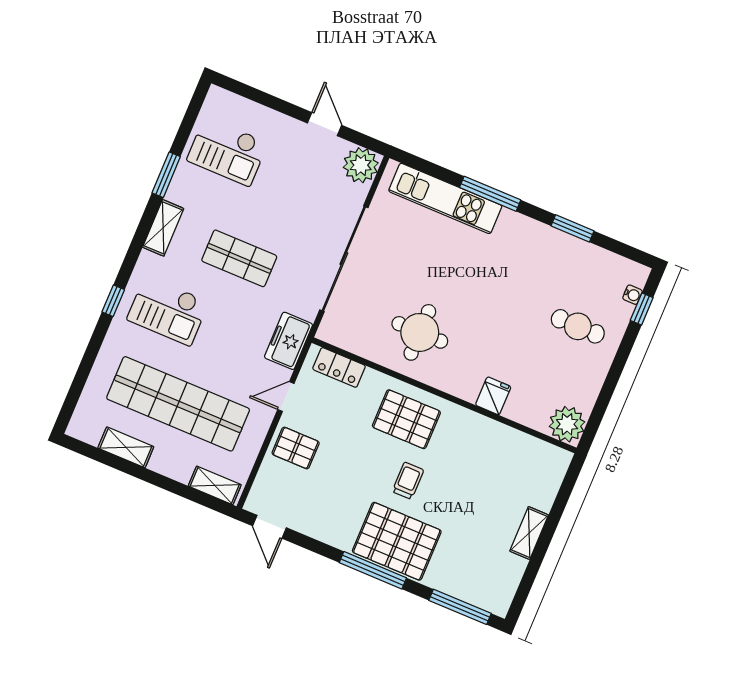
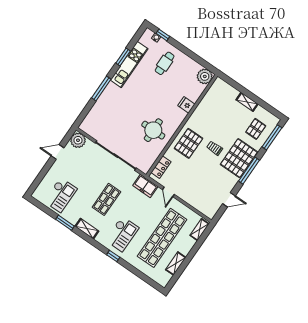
kitchen unit: (445, 198) -> (129, 64), moved
pallet: (296, 448) -> (256, 129), moved
door: (269, 527) -> (229, 200), moved

